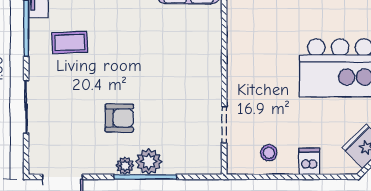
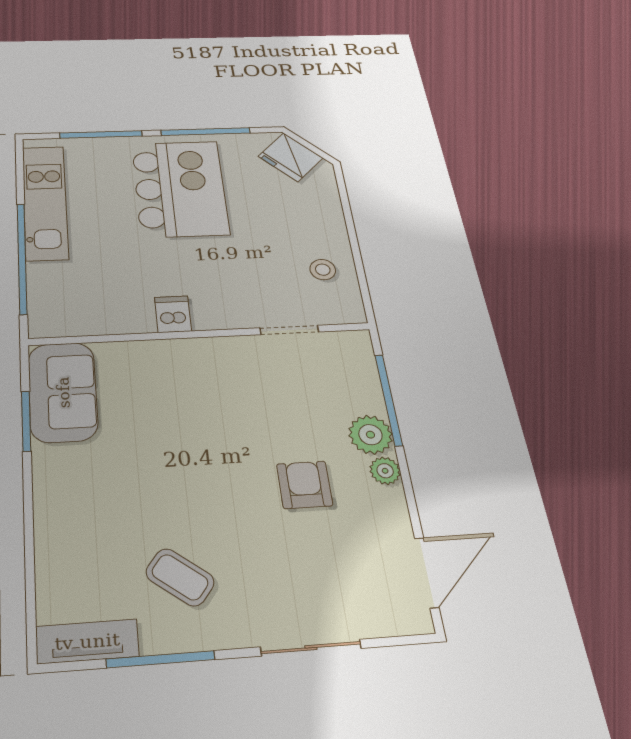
coffee table: (70, 42) -> (180, 577), turned -50
dishwasher: (309, 161) -> (173, 314), moved, turned 90
window: (145, 177) -> (389, 400), moved

